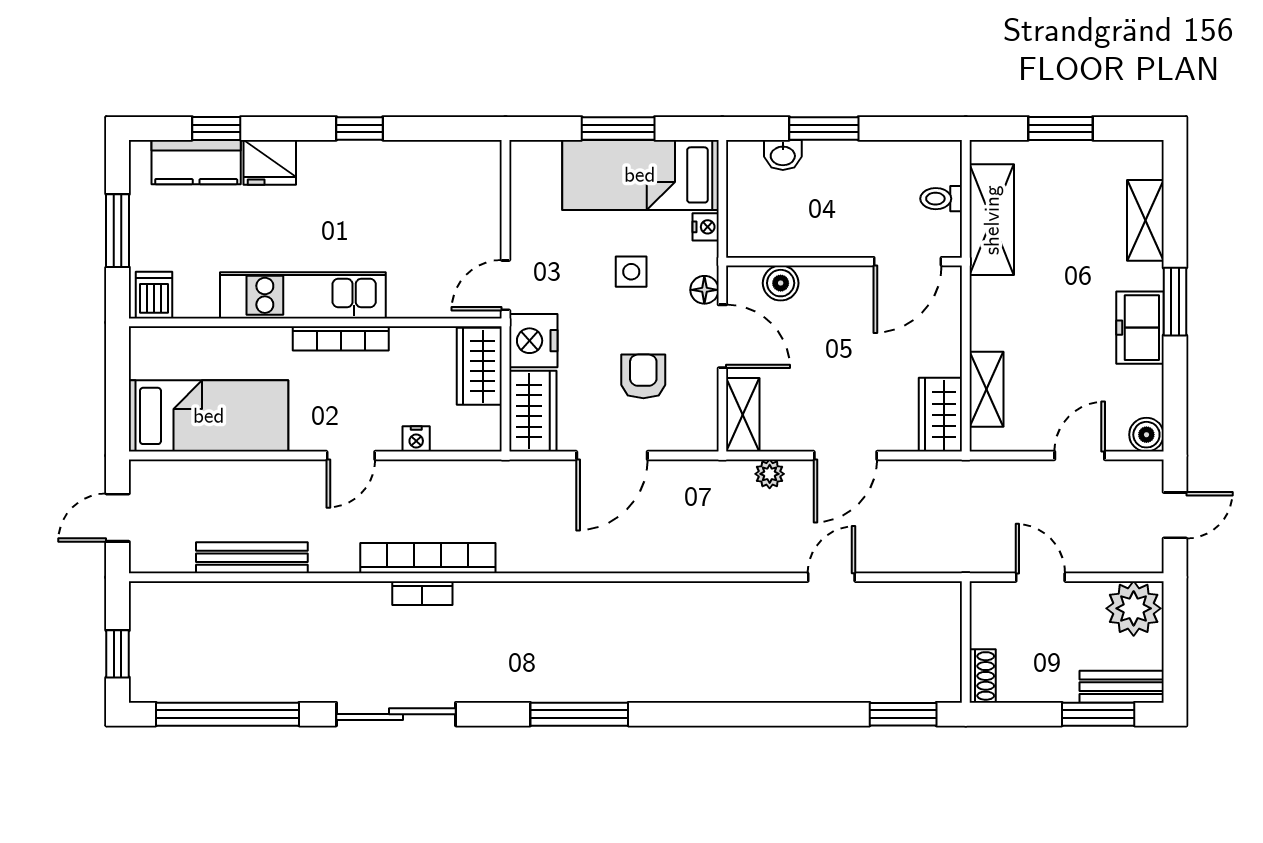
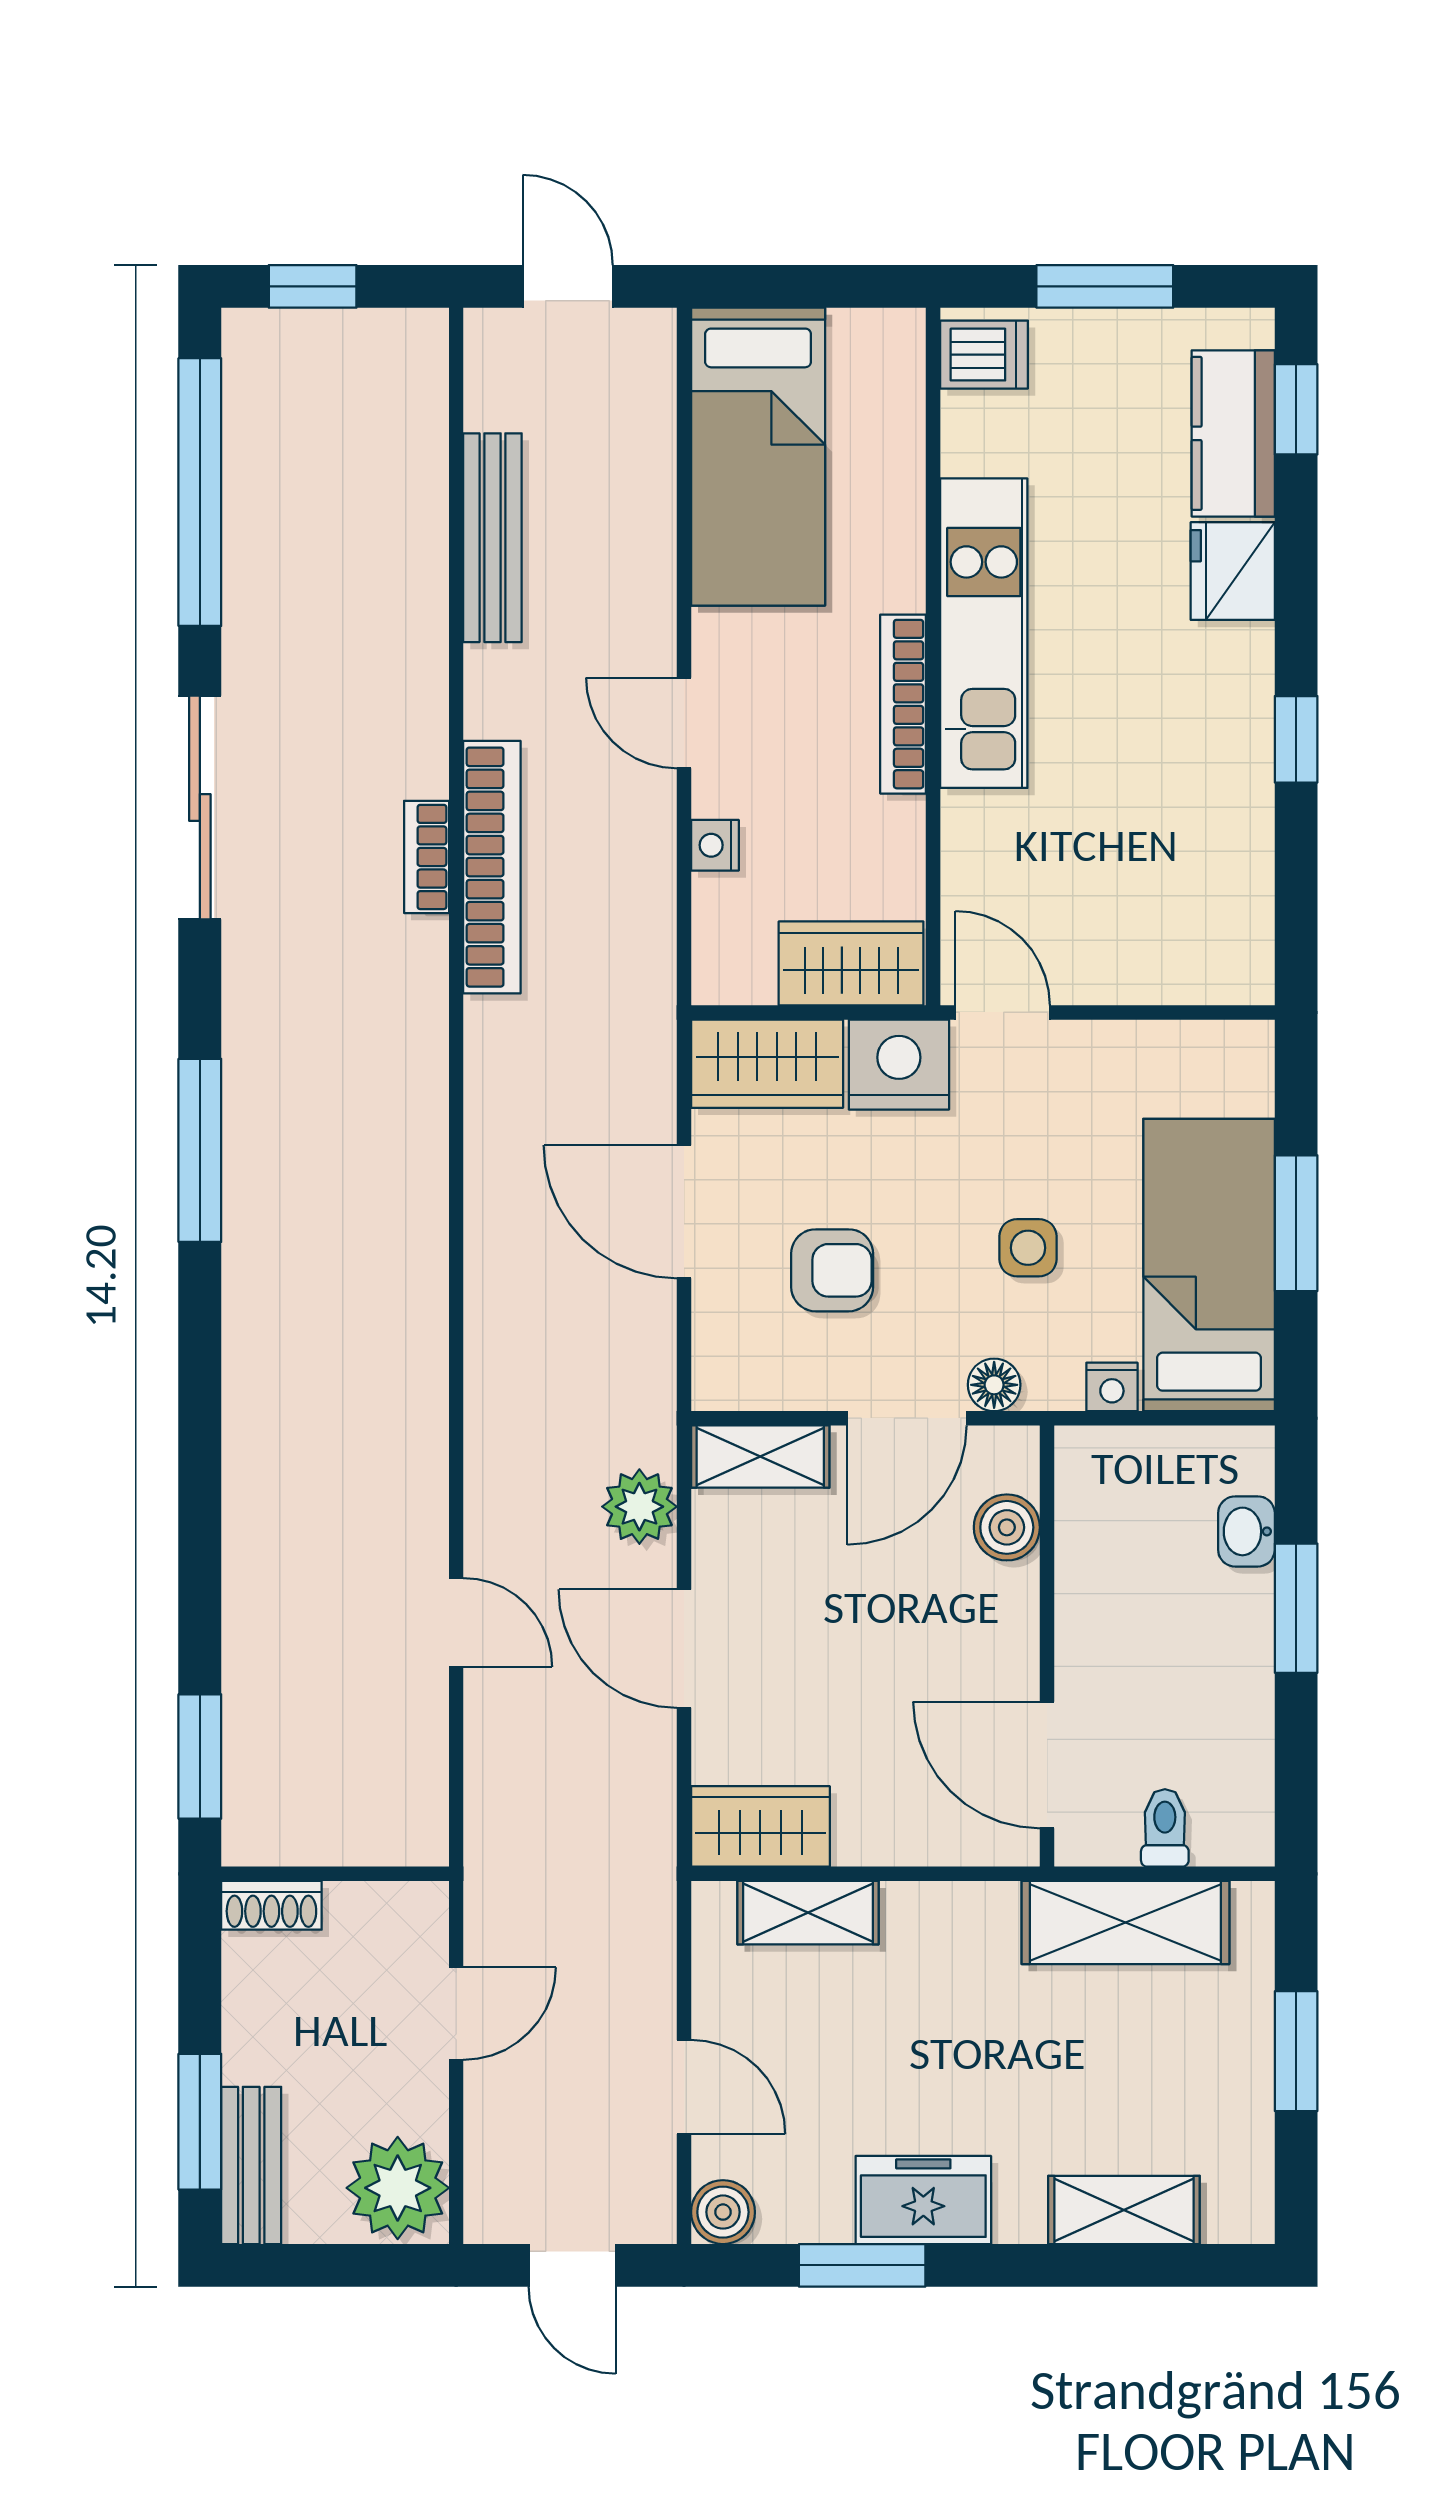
window: (216, 128) -> (1296, 409), moved
window: (1175, 302) -> (862, 2265), moved
plant: (770, 474) -> (639, 1507), width x1.38, depth x1.38

